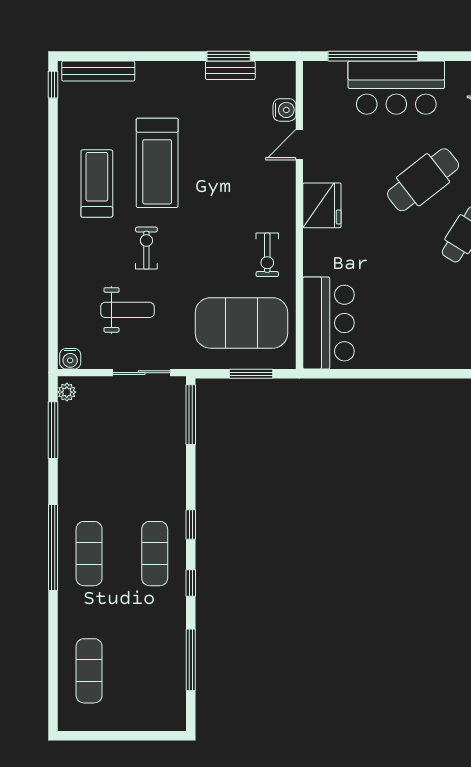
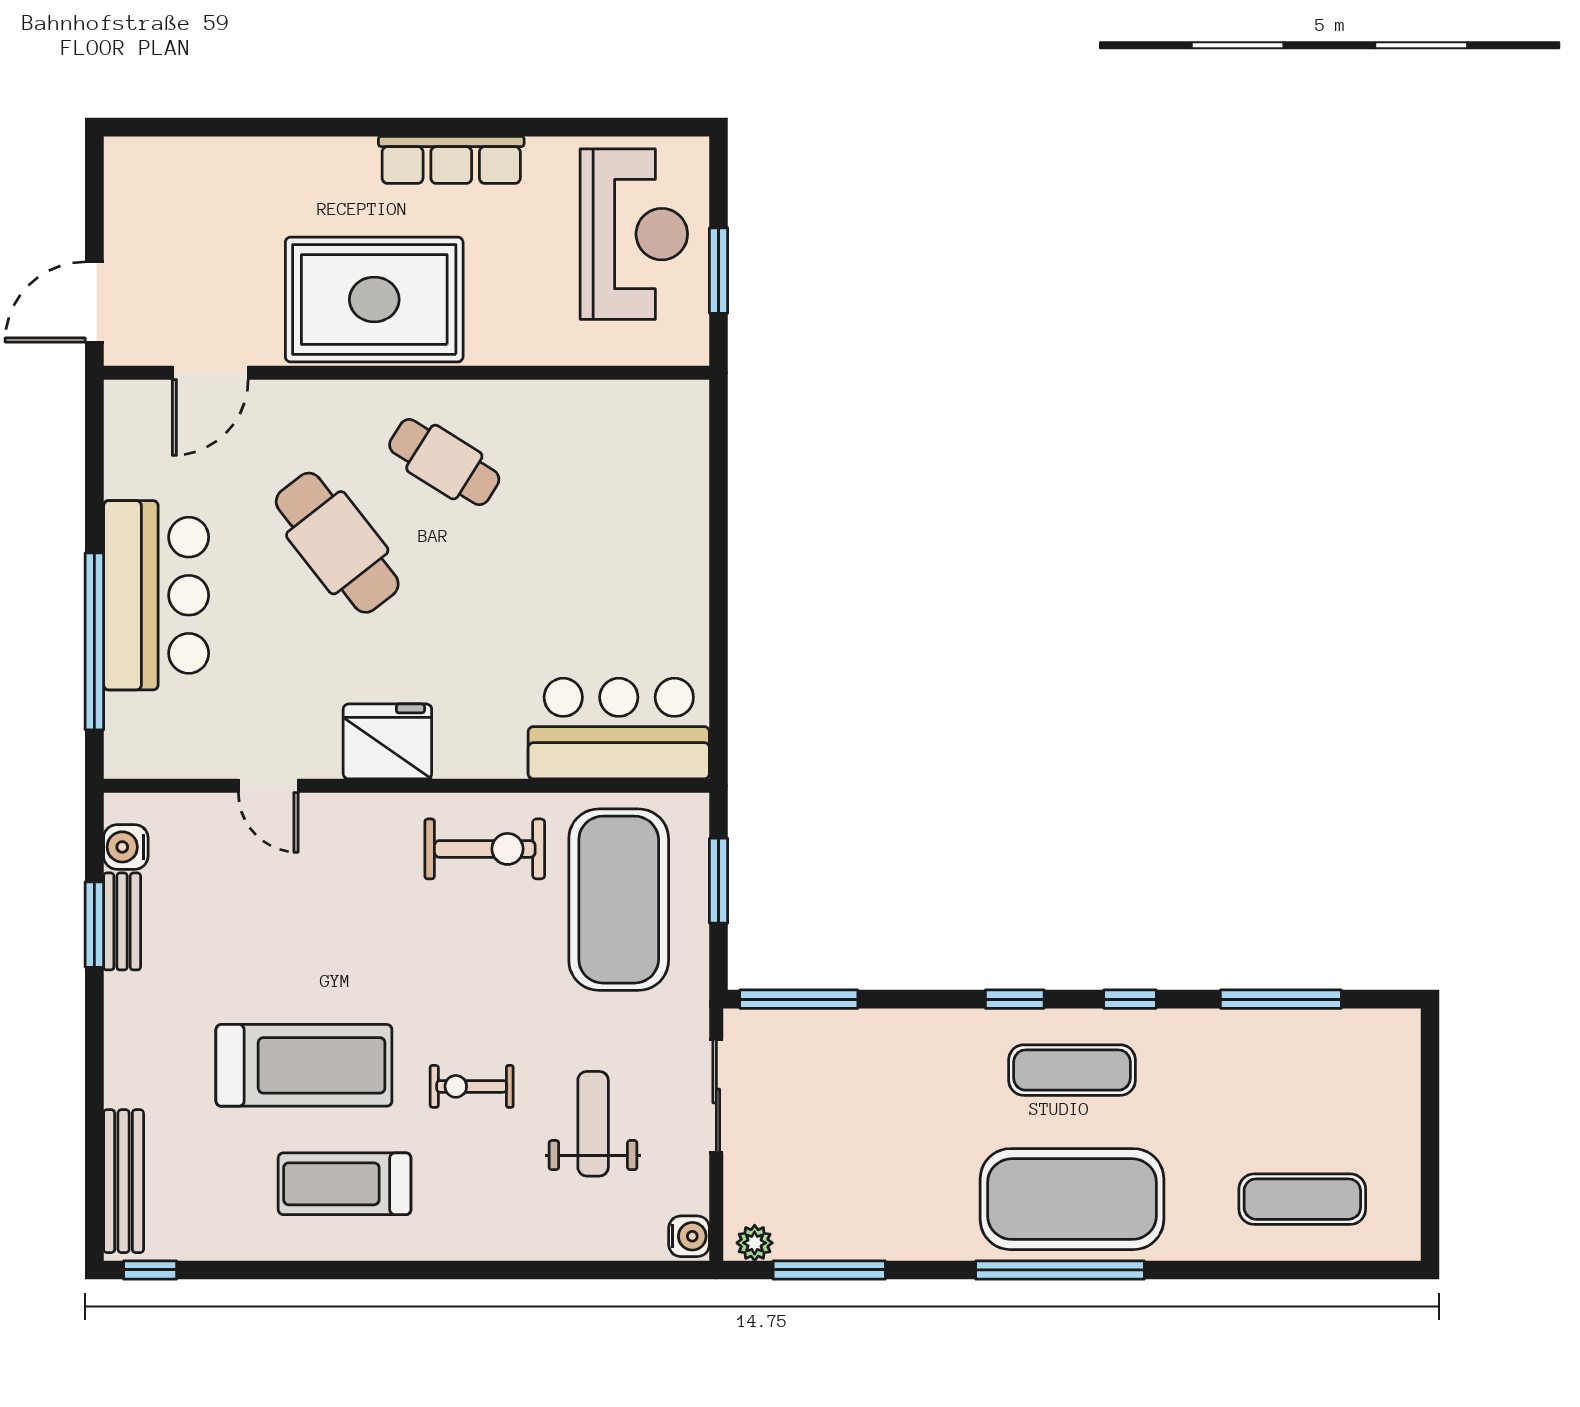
water cooler: (285, 110) -> (126, 847), moved, turned -90
exercise bike: (267, 255) -> (485, 849), width x1.38, depth x1.39
exercise mat: (89, 554) -> (1072, 1199), width x2.00, depth x1.45

